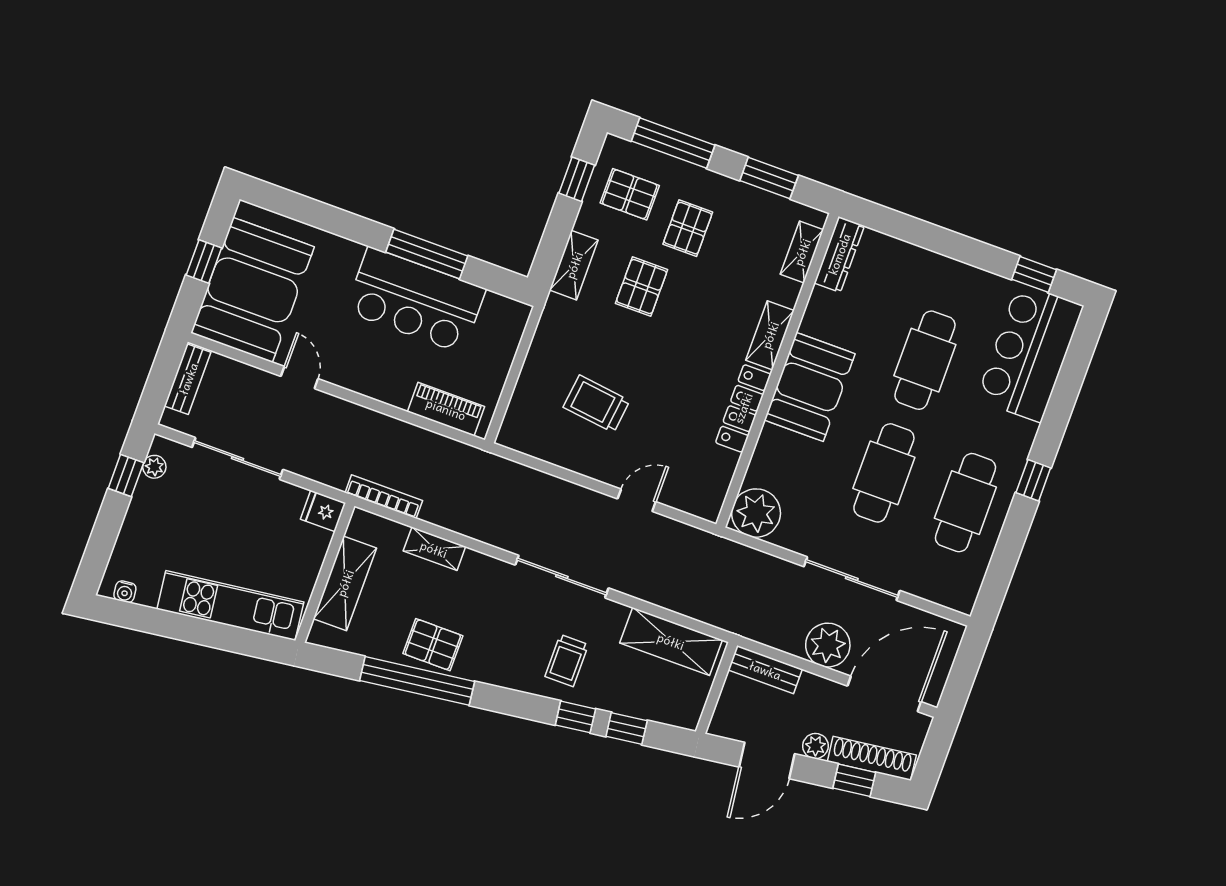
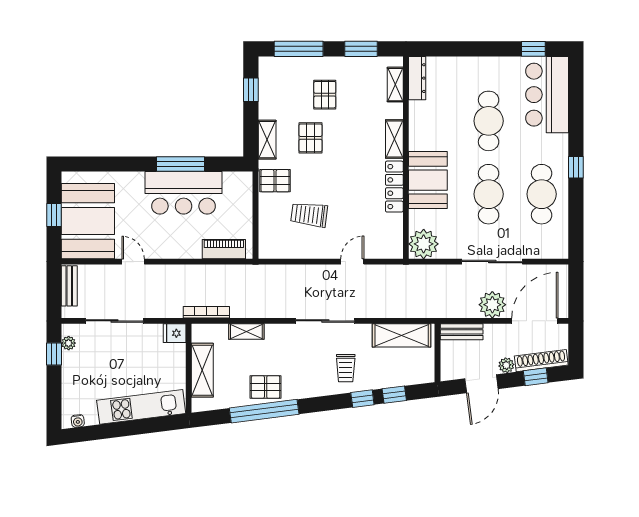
pallet: (630, 194) -> (275, 181), moved
booth: (810, 387) -> (428, 180), moved

